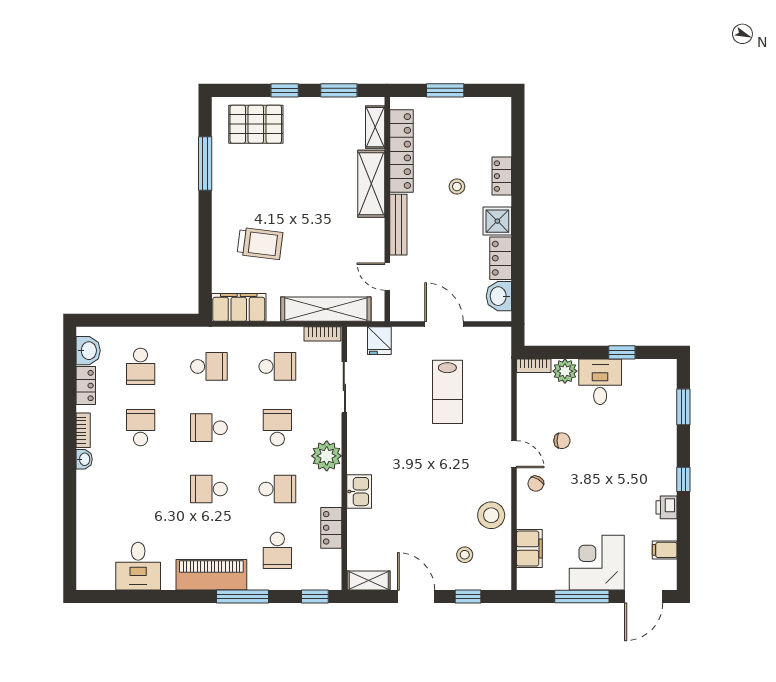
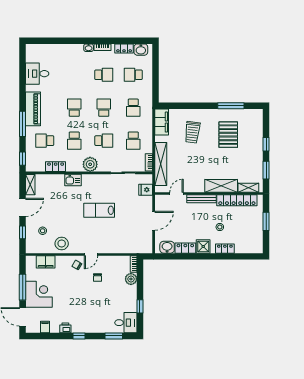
pallet: (256, 124) -> (228, 135), moved
desk: (600, 382) -> (126, 323), moved
lab bench: (447, 392) -> (99, 210), moved

